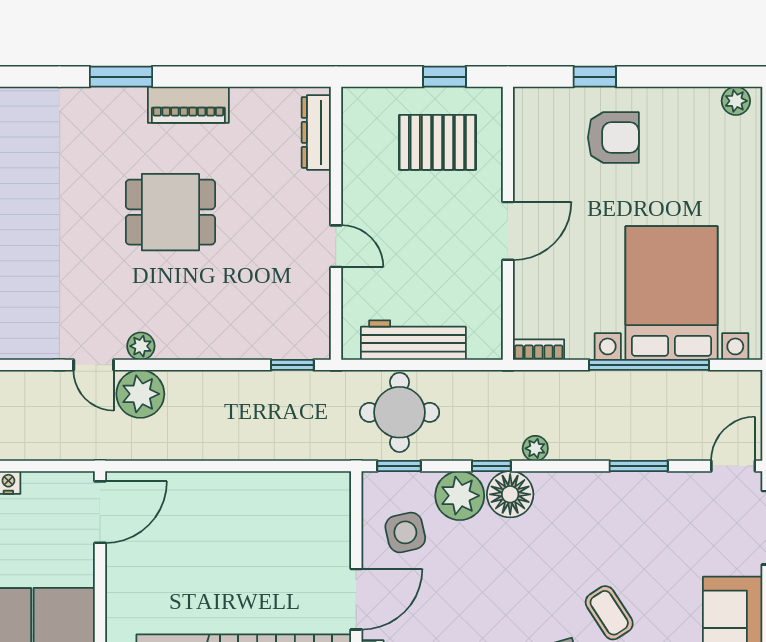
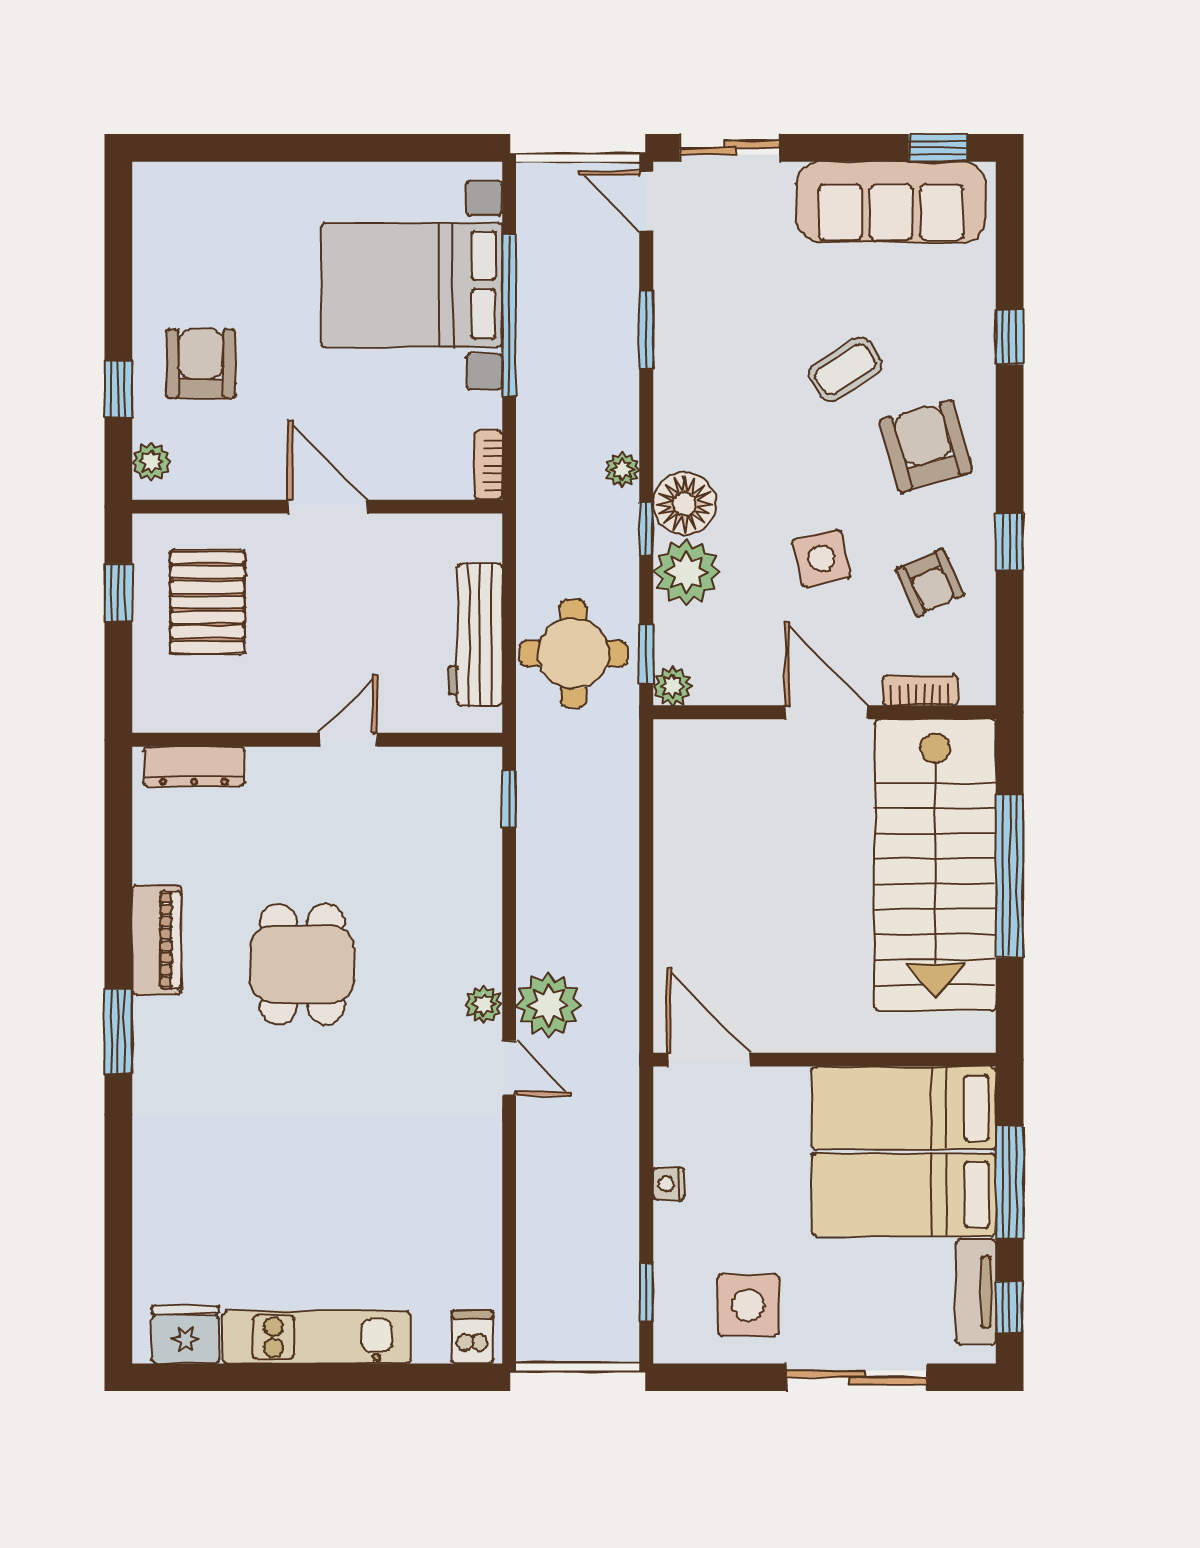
plant: (736, 101) -> (151, 462), moved
door: (94, 365) -> (509, 1068), hinge flipped
plant: (375, 485) -> (672, 686), added
side table: (405, 532) -> (822, 558), moved

